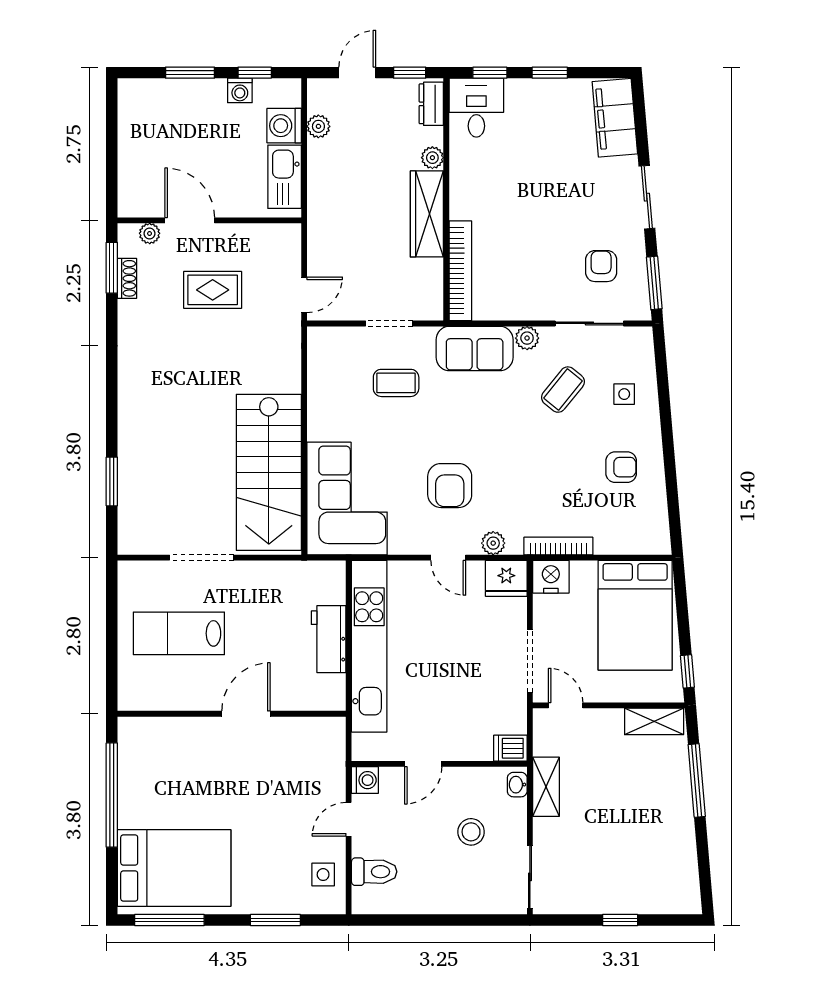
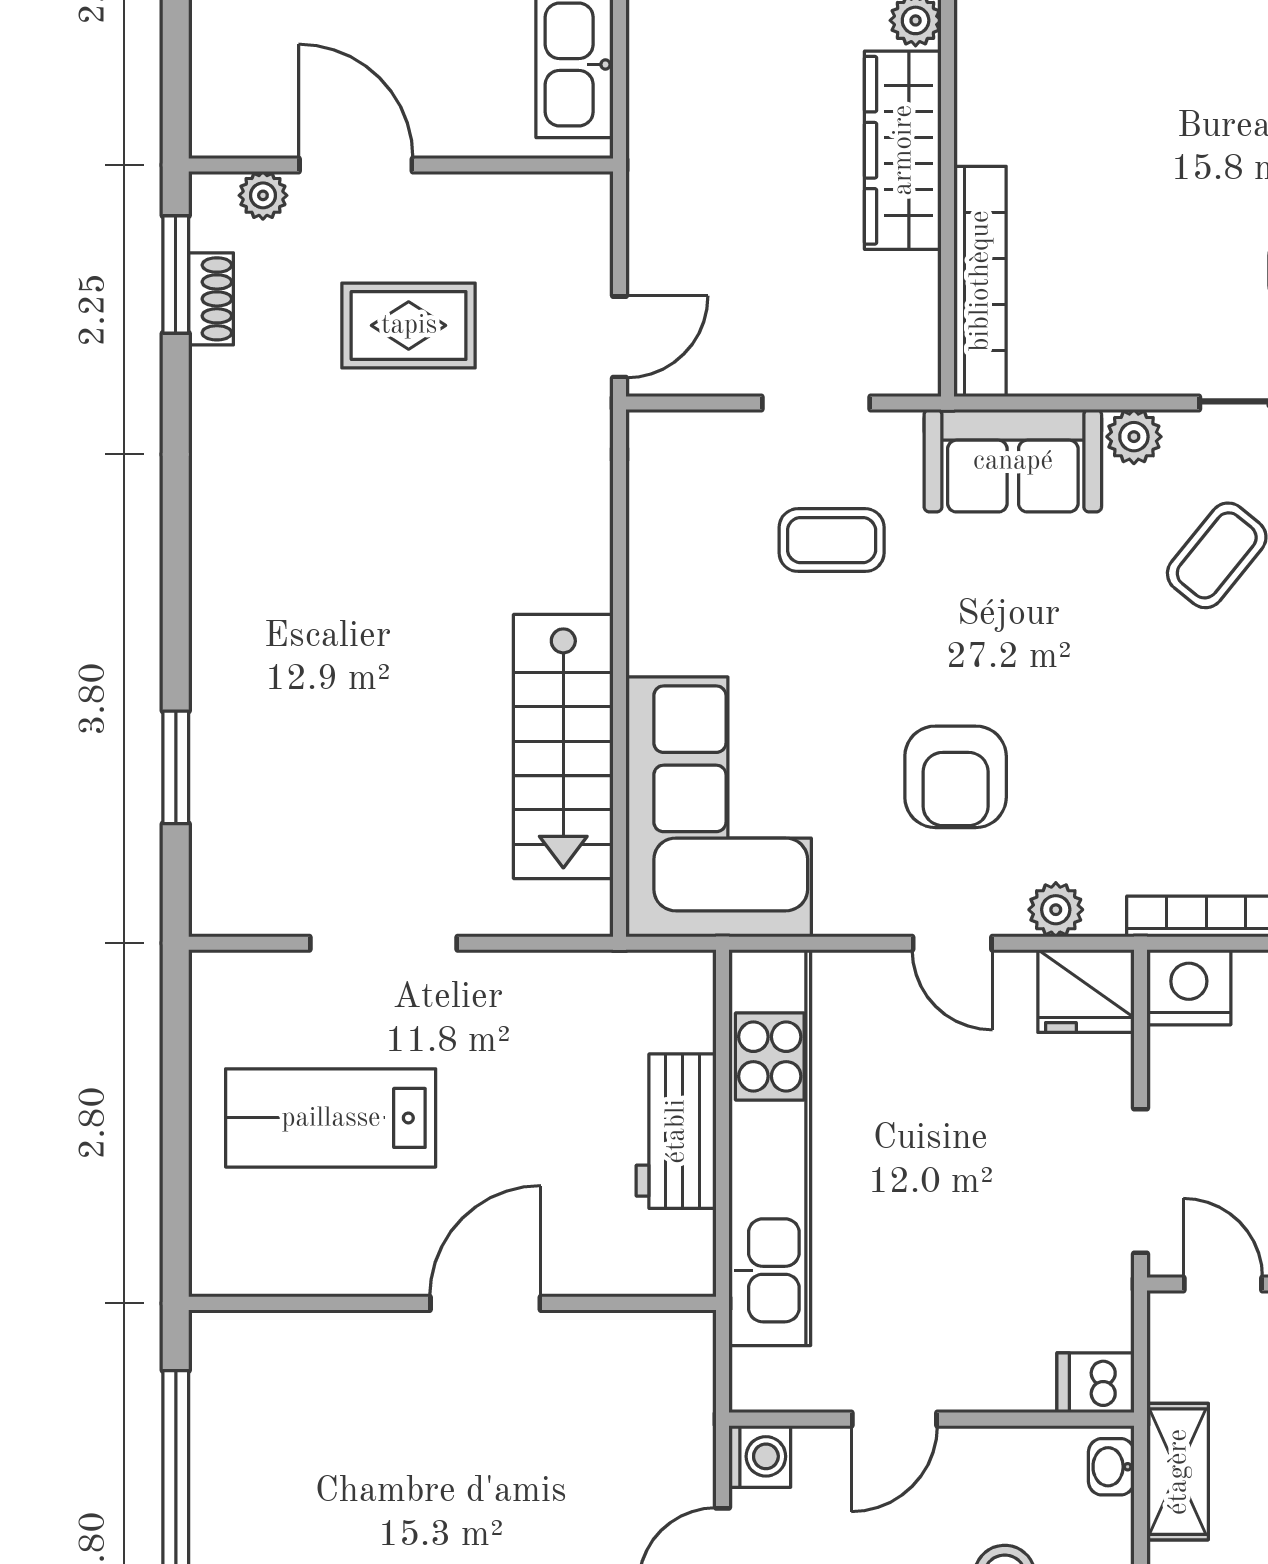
stairs: (269, 472) -> (563, 747), width x0.73, depth x0.66

